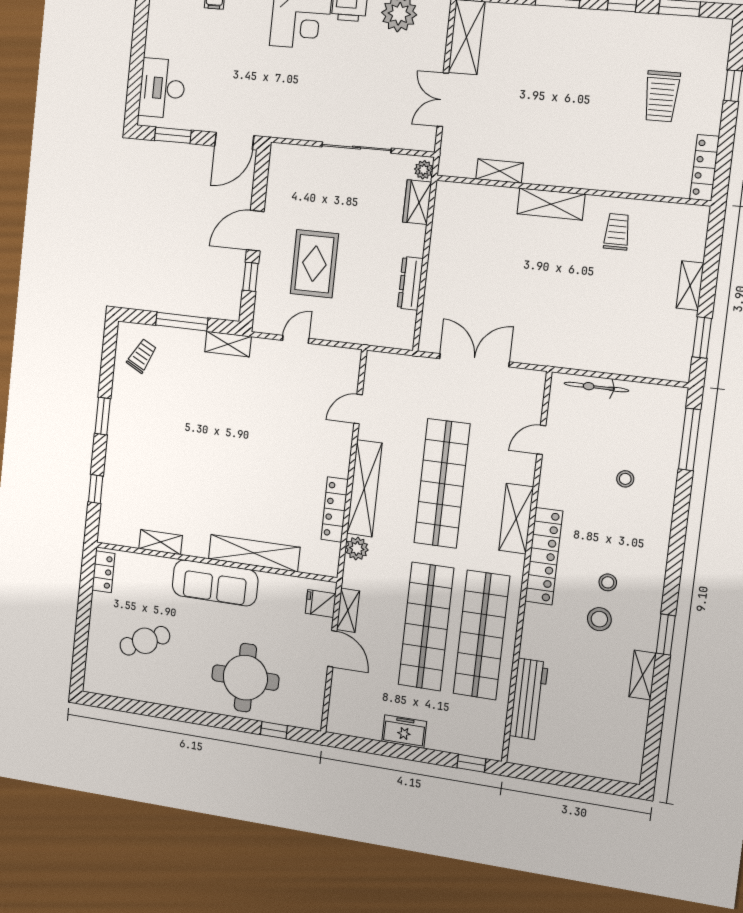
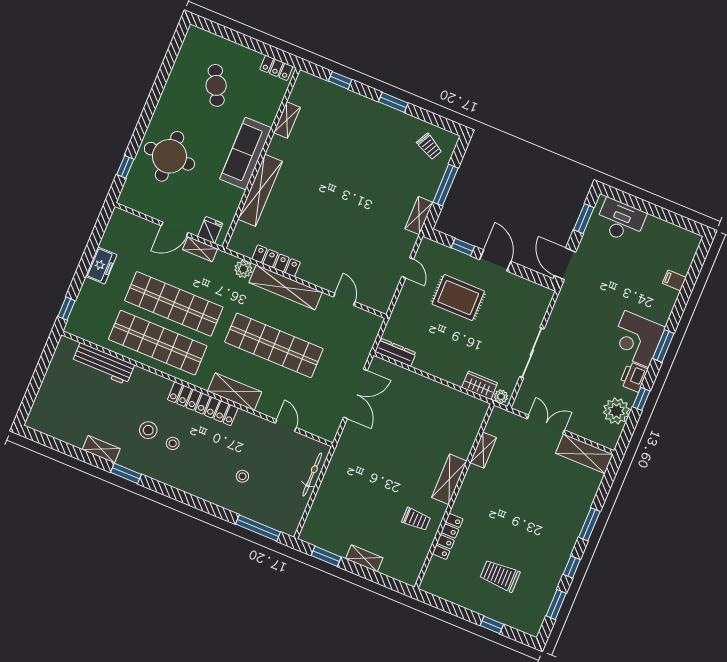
locker: (704, 168) -> (448, 536), moved, turned 90
dresser: (410, 283) -> (395, 352), moved

